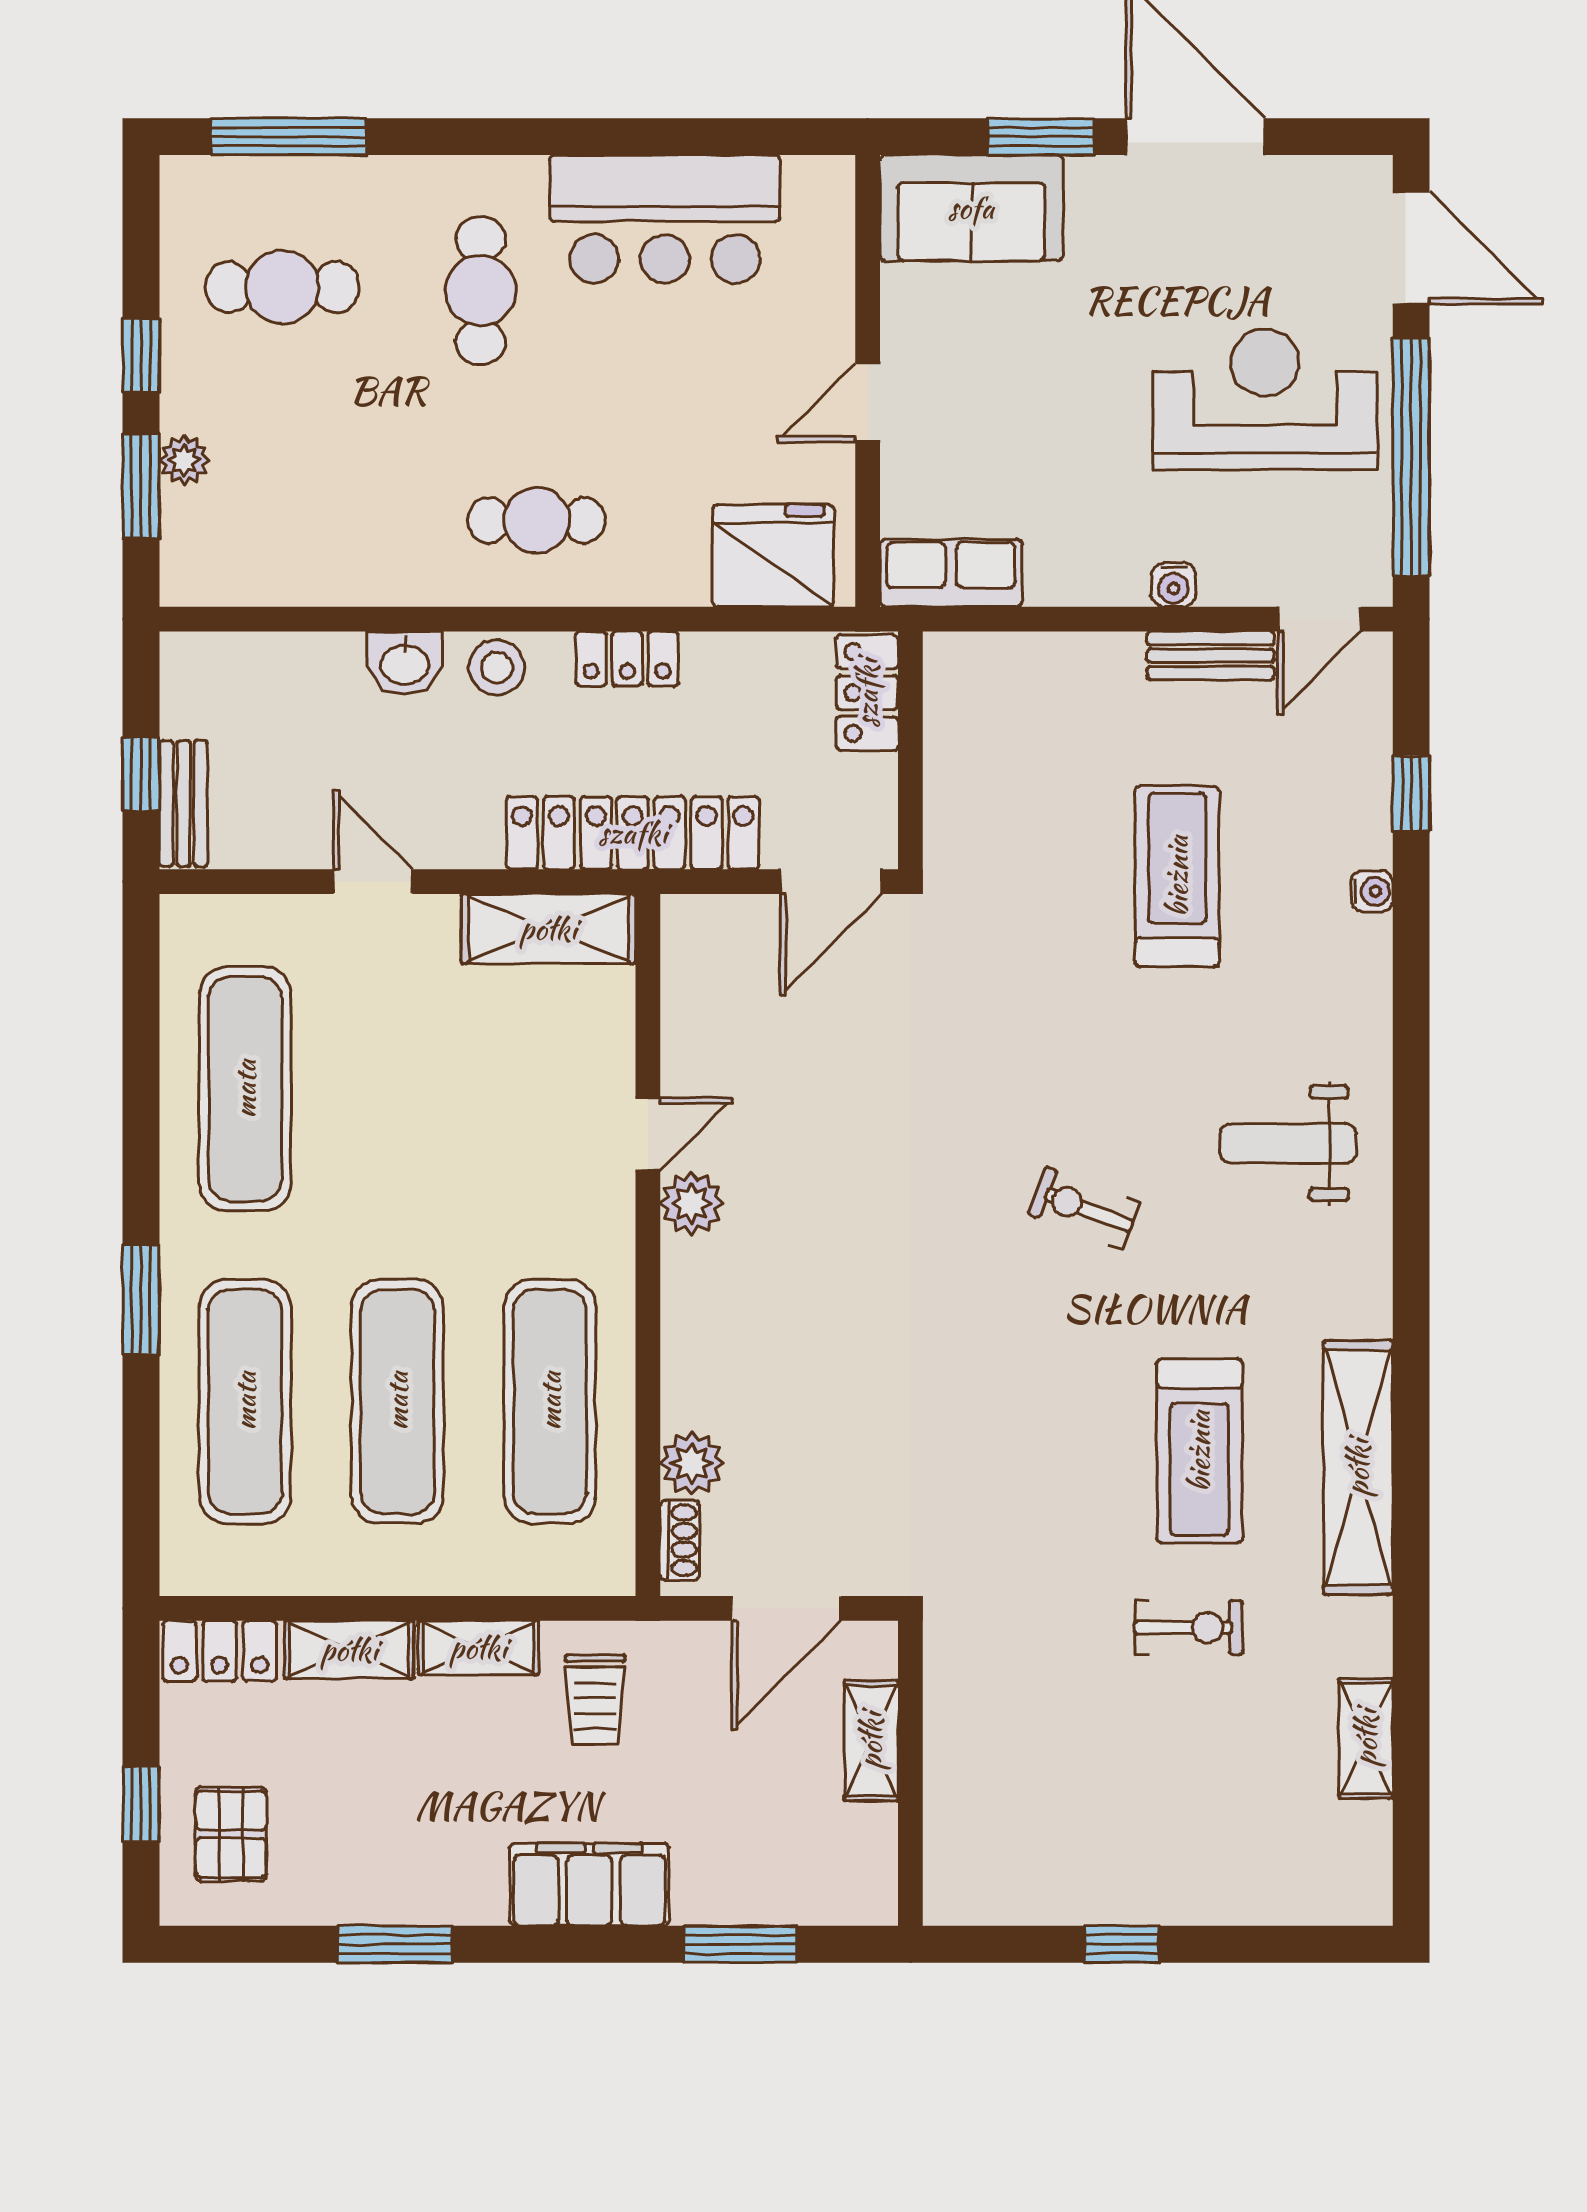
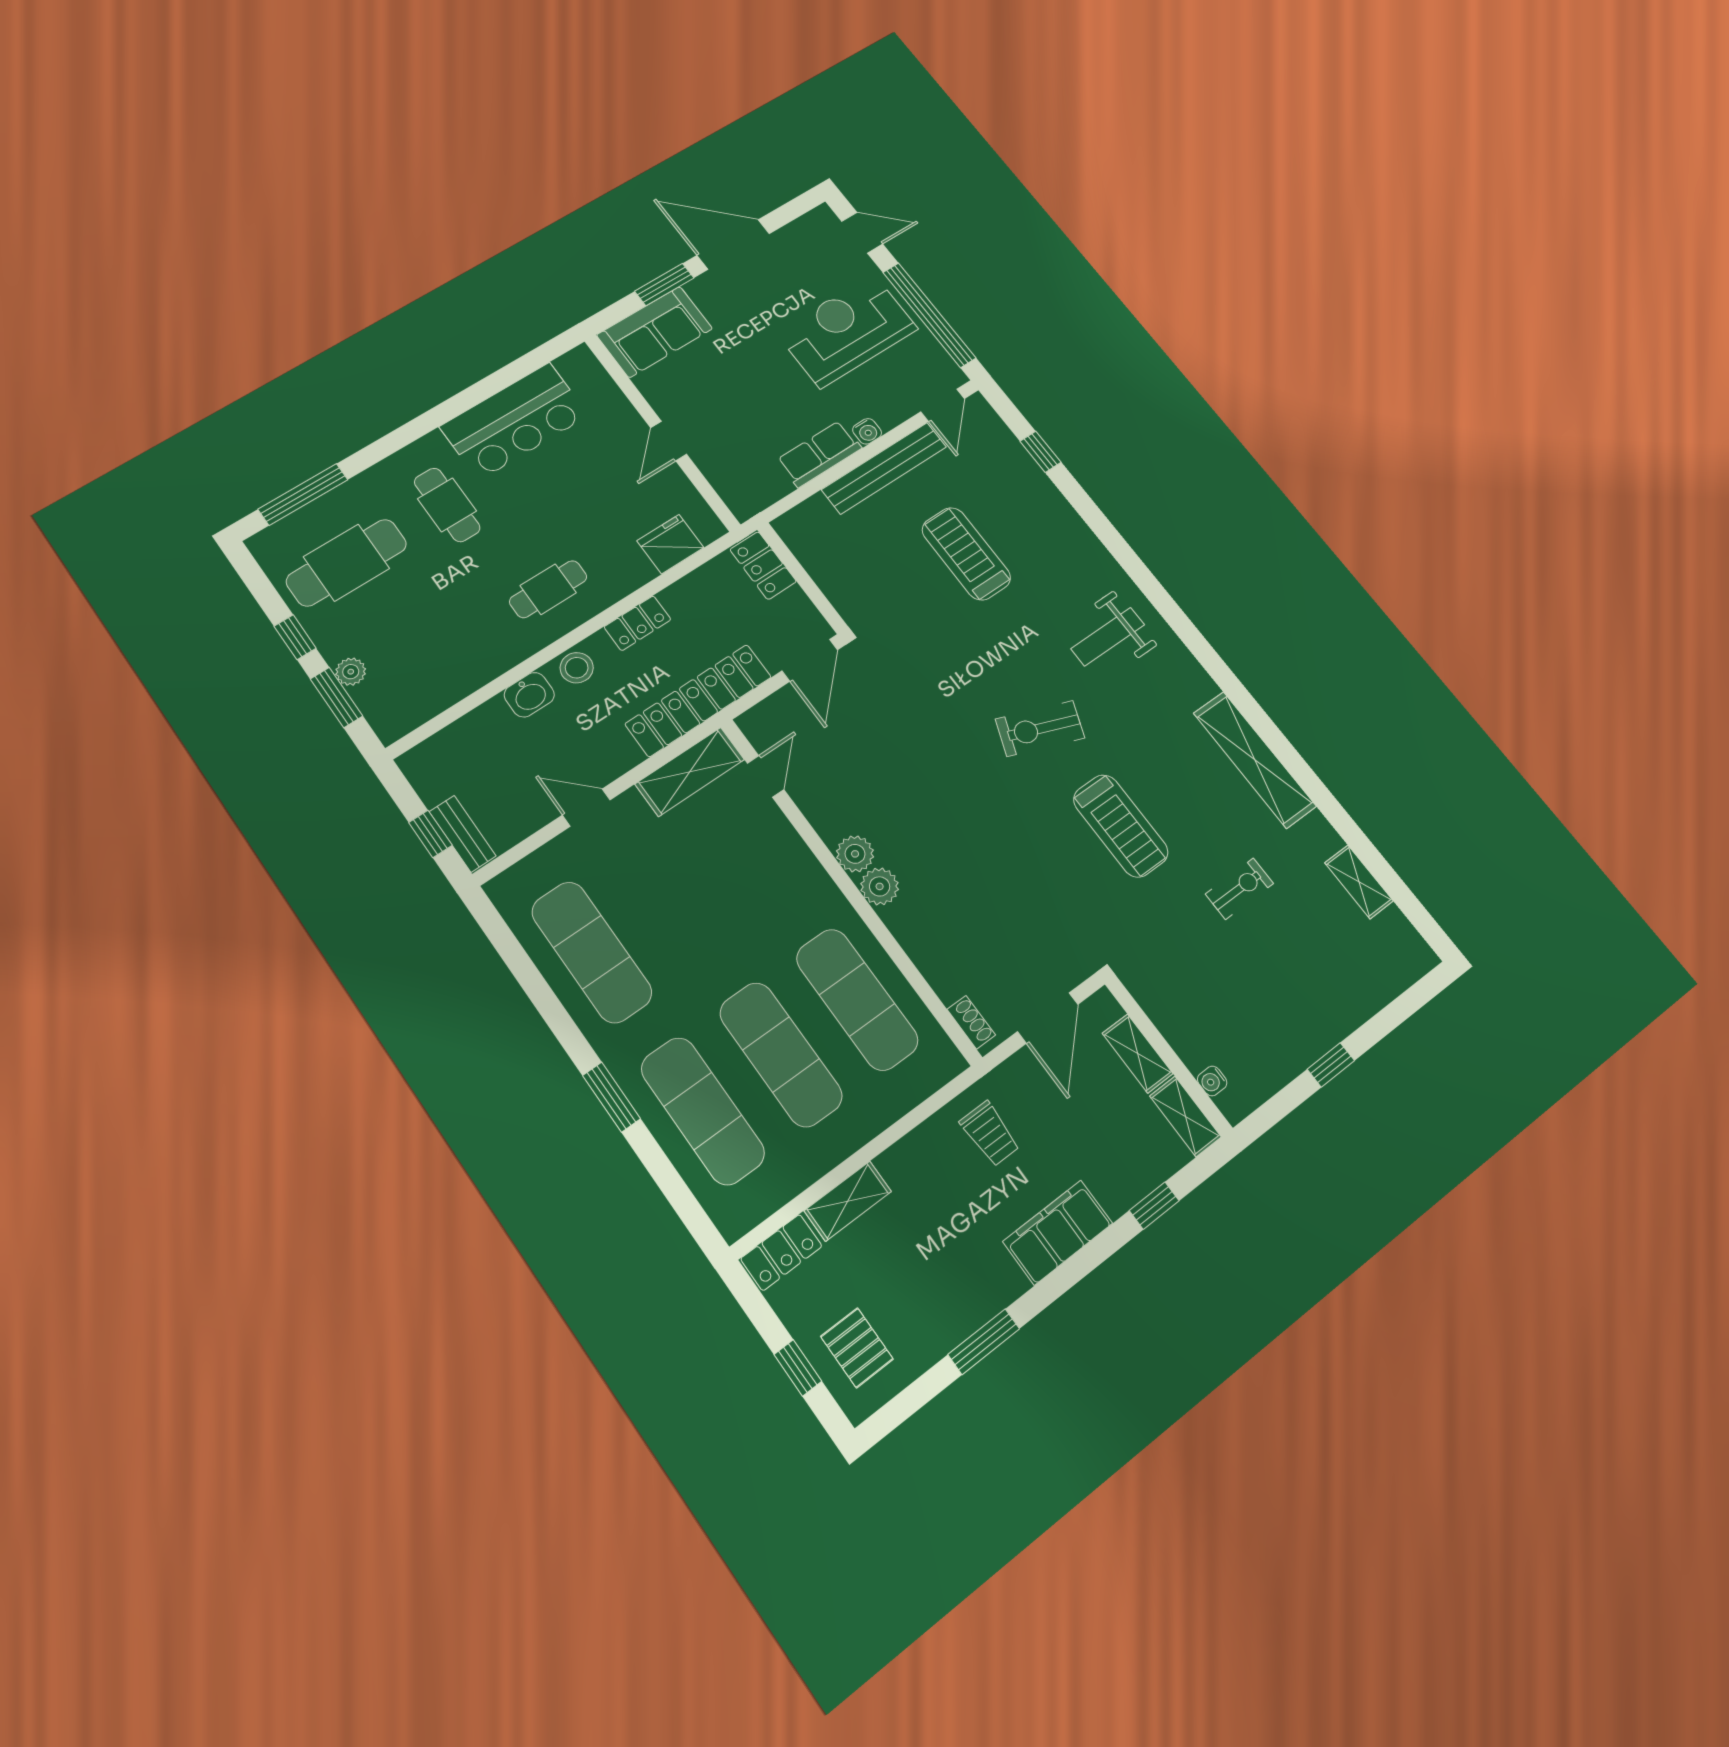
door: (1411, 248) -> (862, 233), width x0.73
cafe table: (282, 287) -> (346, 563), width x1.37, depth x1.35
fridge: (773, 556) -> (670, 544), width x0.73, depth x0.75
row of seats: (951, 573) -> (819, 454), moved
bench: (1211, 656) -> (884, 468), width x1.86, depth x1.21
water cooler: (1372, 891) -> (1212, 1081), moved, turned 180
door: (648, 1134) -> (766, 776), moved
exercise bike: (1084, 1208) -> (1040, 729), width x1.38, depth x1.39
treadmill: (1199, 1451) -> (1121, 826), moved
plant: (692, 1463) -> (880, 886), moved
shelving: (478, 1648) -> (1185, 1116), moved, turned 90
window: (741, 1944) -> (1154, 1206), width x0.67

